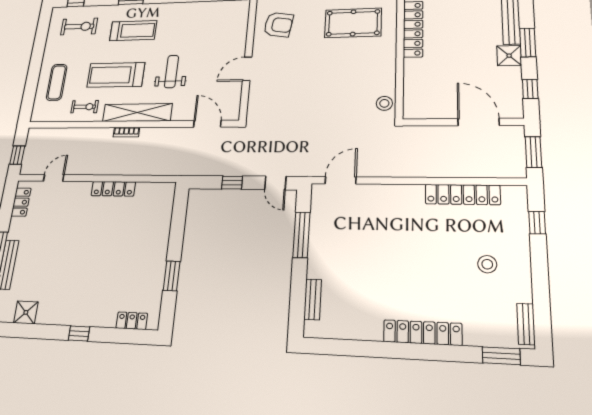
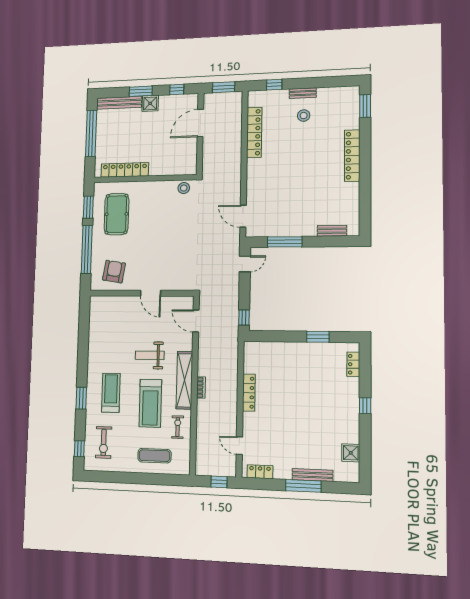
exercise bike: (79, 26) -> (104, 442), turned 180
door: (207, 124) -> (196, 321), hinge flipped
window: (232, 183) -> (244, 318), moved
bench: (526, 324) -> (303, 93), moved

